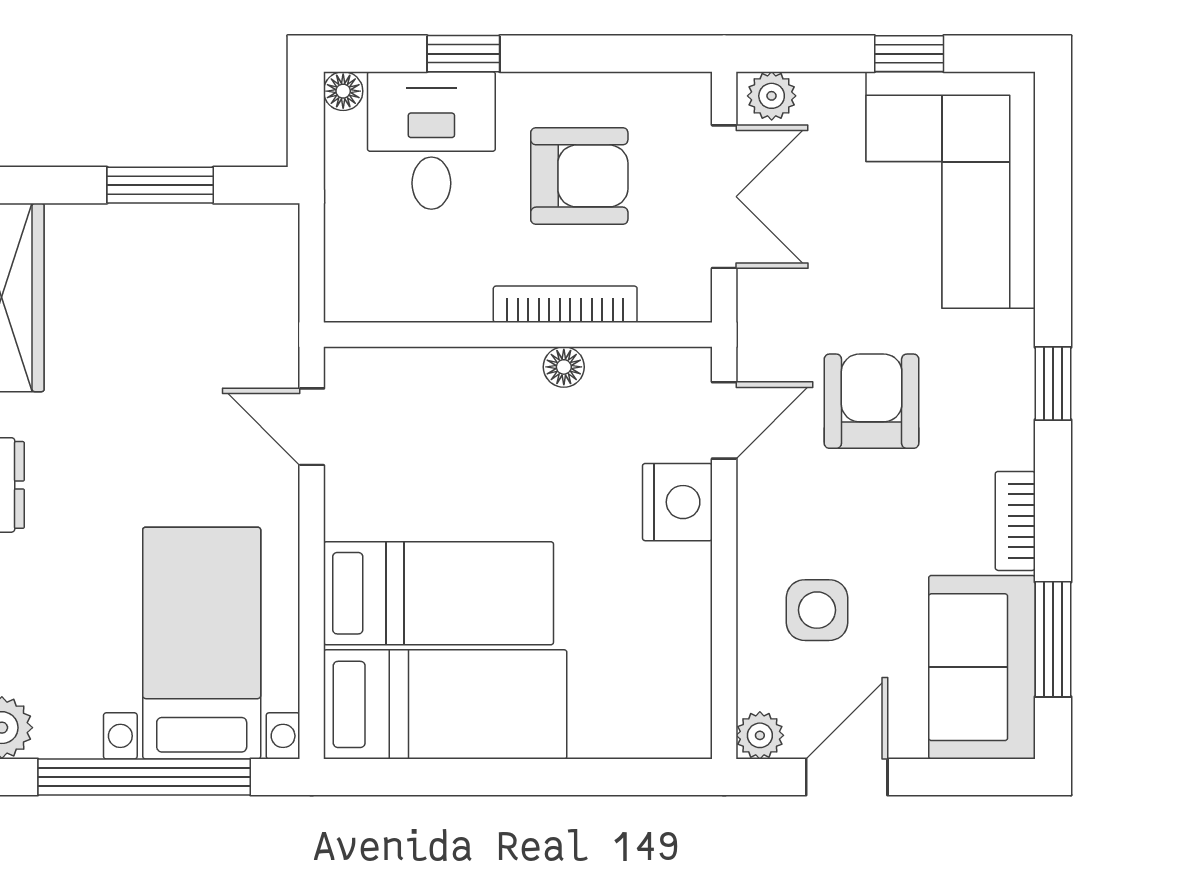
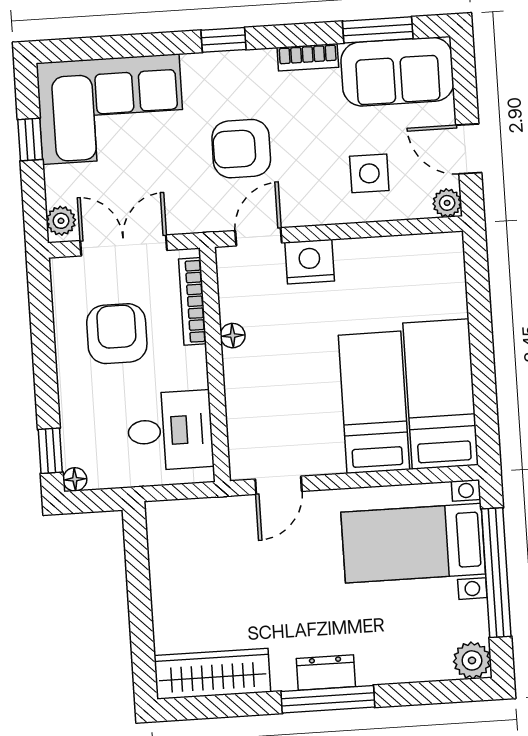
window: (463, 54) -> (50, 451), moved
desk: (431, 140) -> (170, 431), moved, turned 180
window: (160, 185) -> (139, 586), removed
bookcase: (565, 304) -> (192, 301), moved
door: (724, 420) -> (259, 237), hinge flipped

